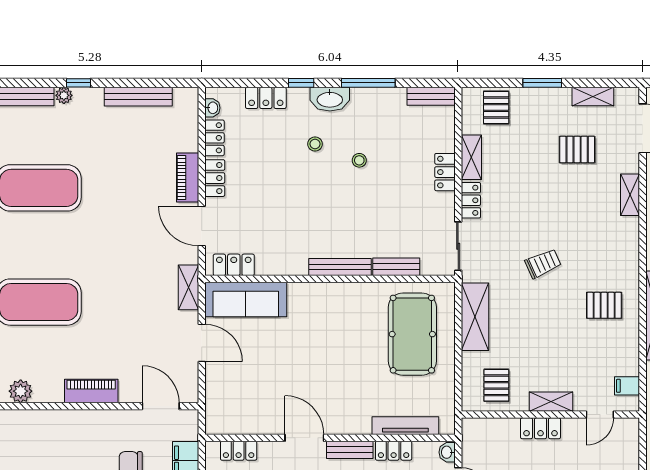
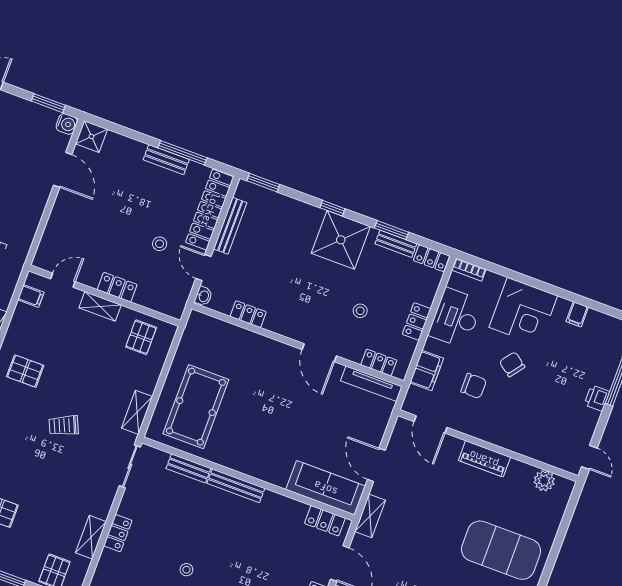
locker: (471, 200) -> (105, 501), removed
shelving: (475, 317) -> (137, 412), width x0.67, depth x0.75
tv unit: (405, 426) -> (371, 384), moved
bench: (350, 450) -> (285, 328), removed

